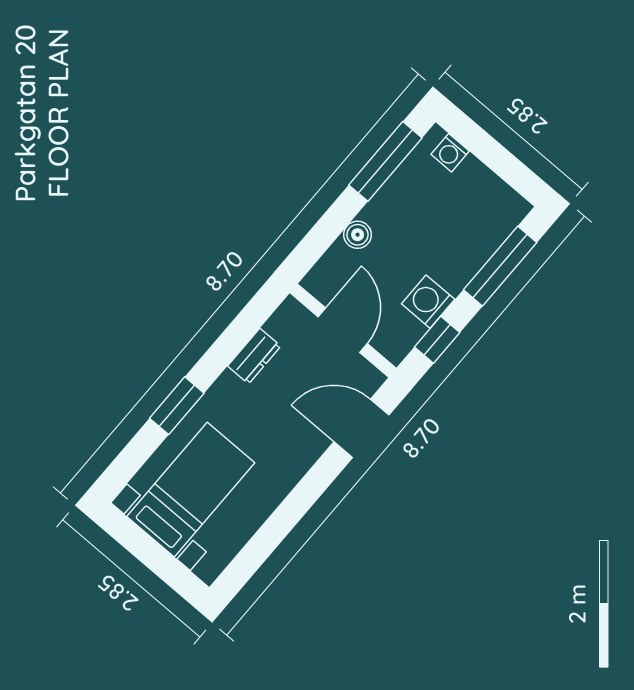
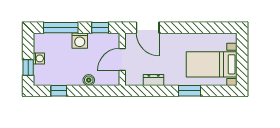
window: (478, 141) -> (28, 68), added
washing machine: (450, 153) -> (39, 58), moved
window: (385, 161) -> (59, 91), width x0.46
washing machine: (428, 302) -> (80, 41), moved

